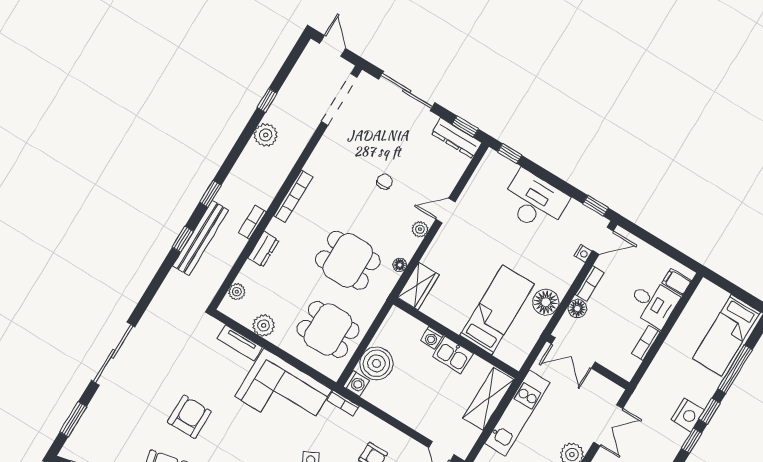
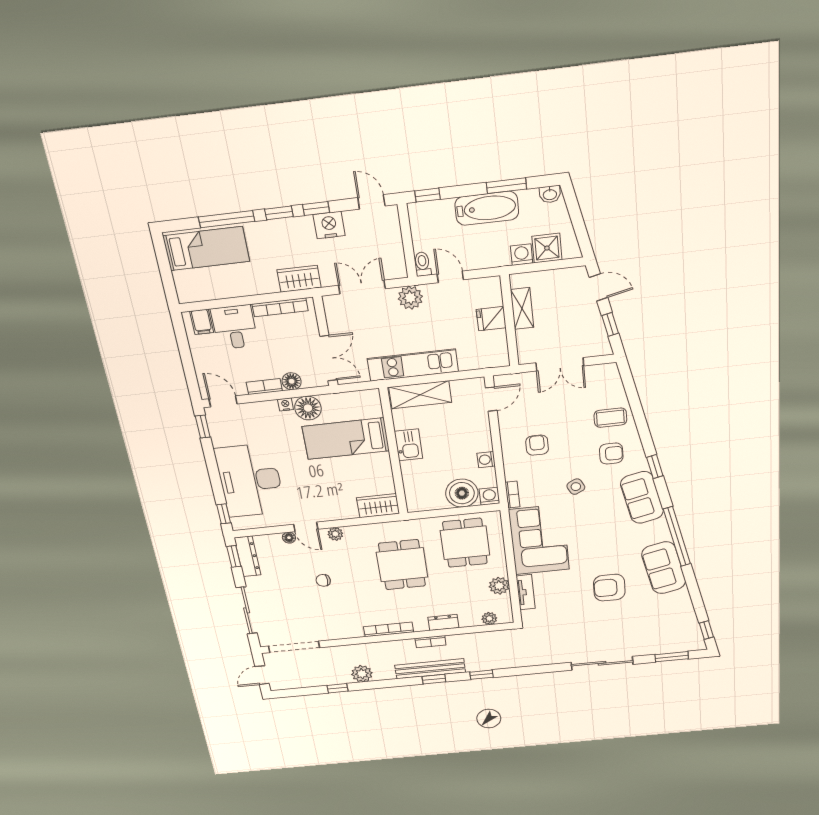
desk: (534, 201) -> (250, 480), width x1.36, depth x1.30
bench: (201, 238) -> (430, 669), moved
nightstand: (583, 253) -> (285, 404), moved
floor lamp: (400, 265) -> (289, 538), moved
washing machine: (432, 338) -> (486, 460), moved, turned 180
bookcase: (646, 343) -> (280, 307), width x1.56
wardrobe: (651, 384) -> (299, 279), added
nightstand: (688, 415) -> (329, 225), moved

